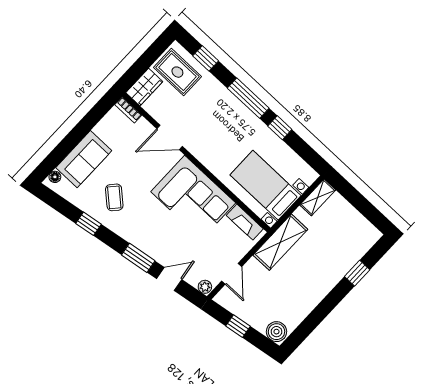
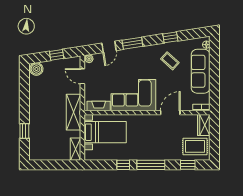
sofa: (84, 159) -> (201, 71), width x1.36

